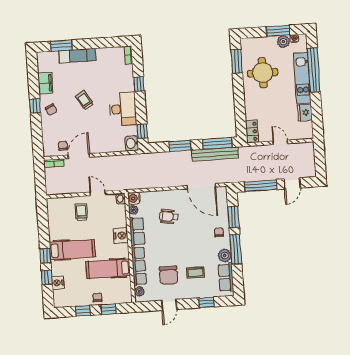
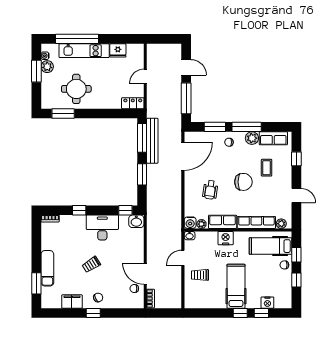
hospital bed: (108, 269) -> (271, 246), moved, turned 90
chair: (169, 275) -> (243, 182), moved

